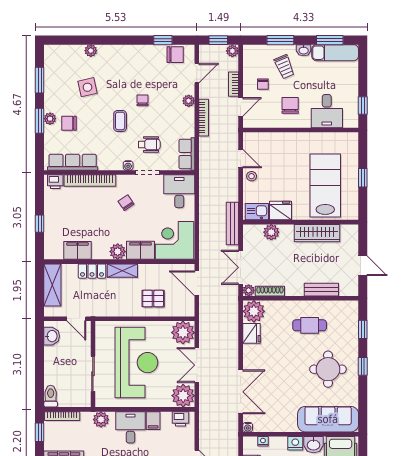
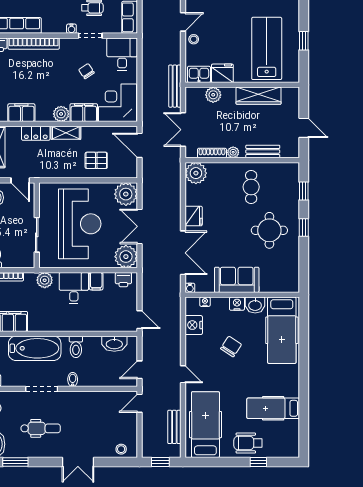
door: (241, 159) -> (183, 22), hinge flipped
chair: (126, 203) -> (86, 71), moved
plant: (249, 290) -> (233, 152), moved
cafe table: (310, 325) -> (251, 187), turned 90
fridge: (251, 333) -> (194, 216), moved
sofa: (328, 419) -> (237, 280), moved, width x0.73

